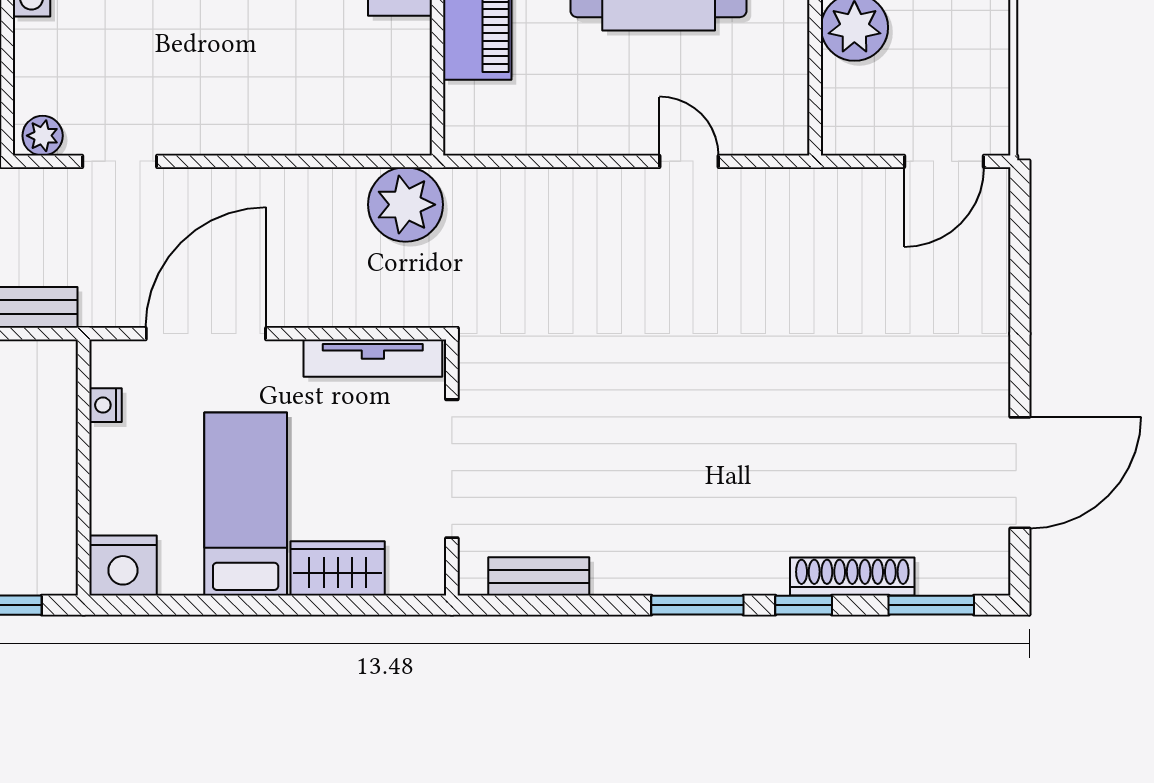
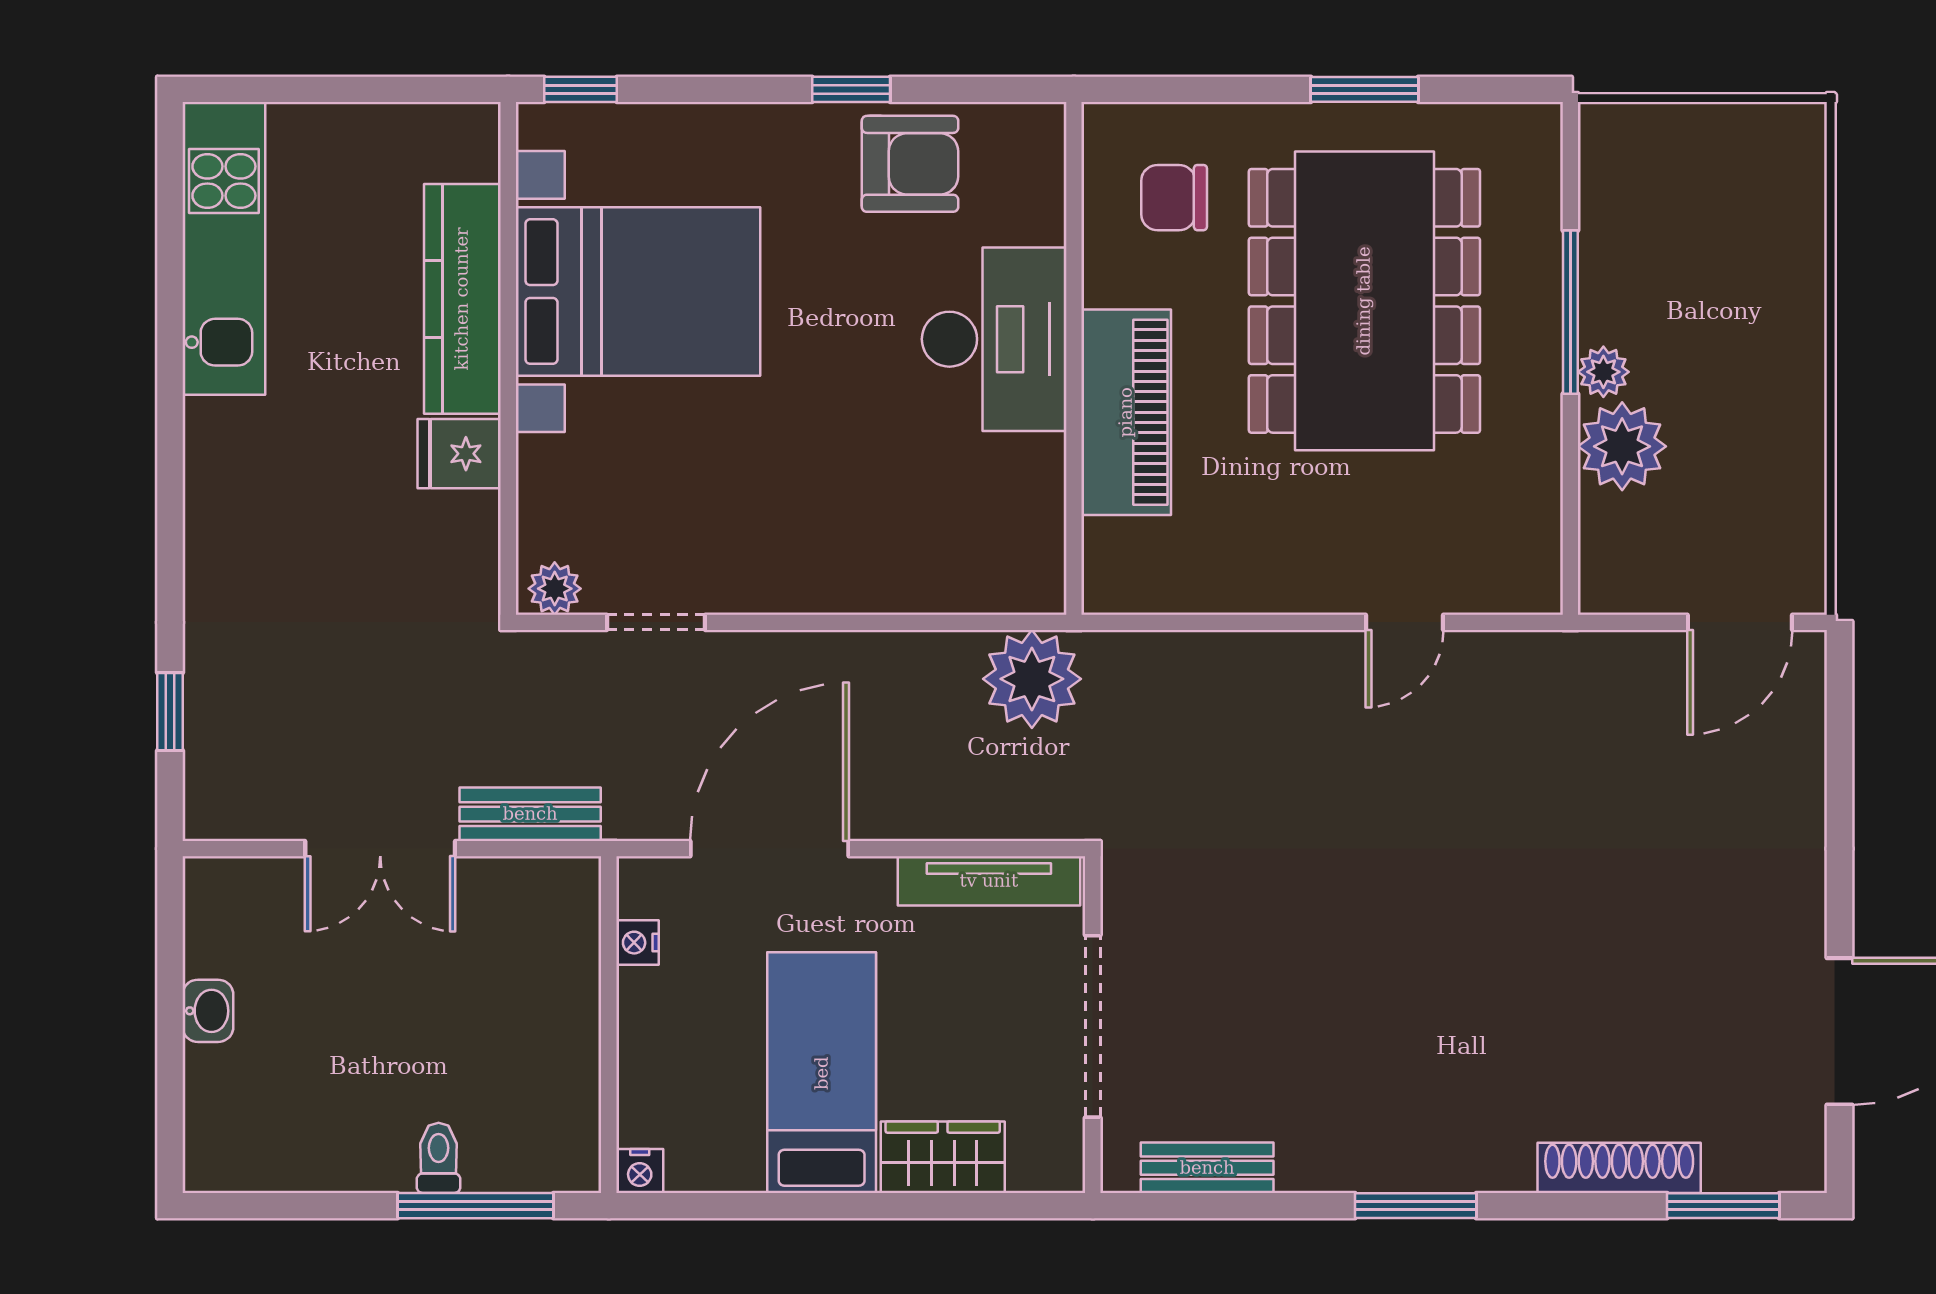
door: (689, 161) -> (1405, 622), swing flipped
nightstand: (123, 565) -> (640, 1171), width x0.53, depth x0.56
window: (804, 605) -> (1555, 1206), removed

